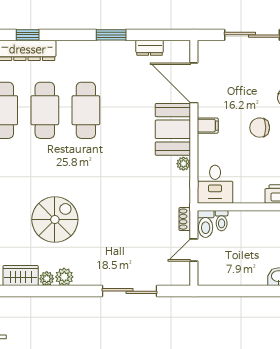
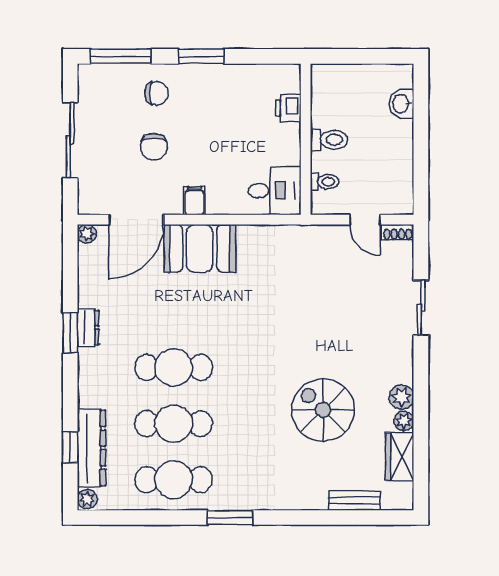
dresser: (150, 48) -> (88, 327), moved
chair: (260, 128) -> (154, 147), moved
plant: (183, 164) -> (87, 234), moved
shoe rack: (185, 219) -> (398, 232), moved
toilet: (206, 224) -> (329, 140), moved
sliding door: (130, 291) -> (421, 308), width x0.73

